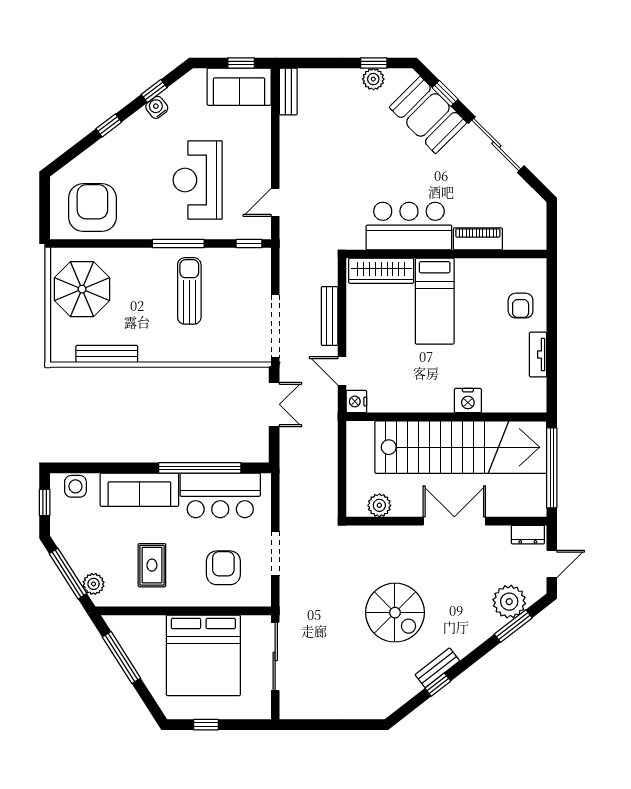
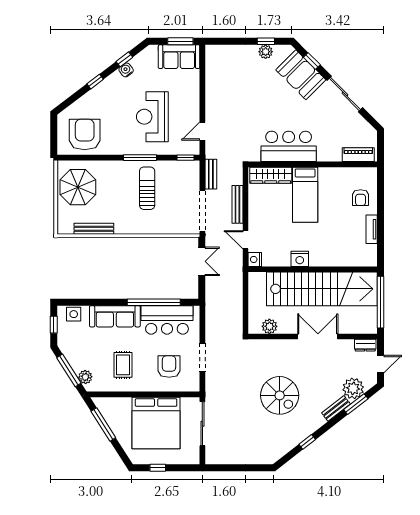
window: (241, 63) -> (180, 41), width x1.50
bench: (288, 92) -> (211, 174), moved
piano: (478, 239) -> (358, 155), moved
nightstand: (468, 401) -> (300, 259), moved
bench: (437, 668) -> (336, 408), moved

